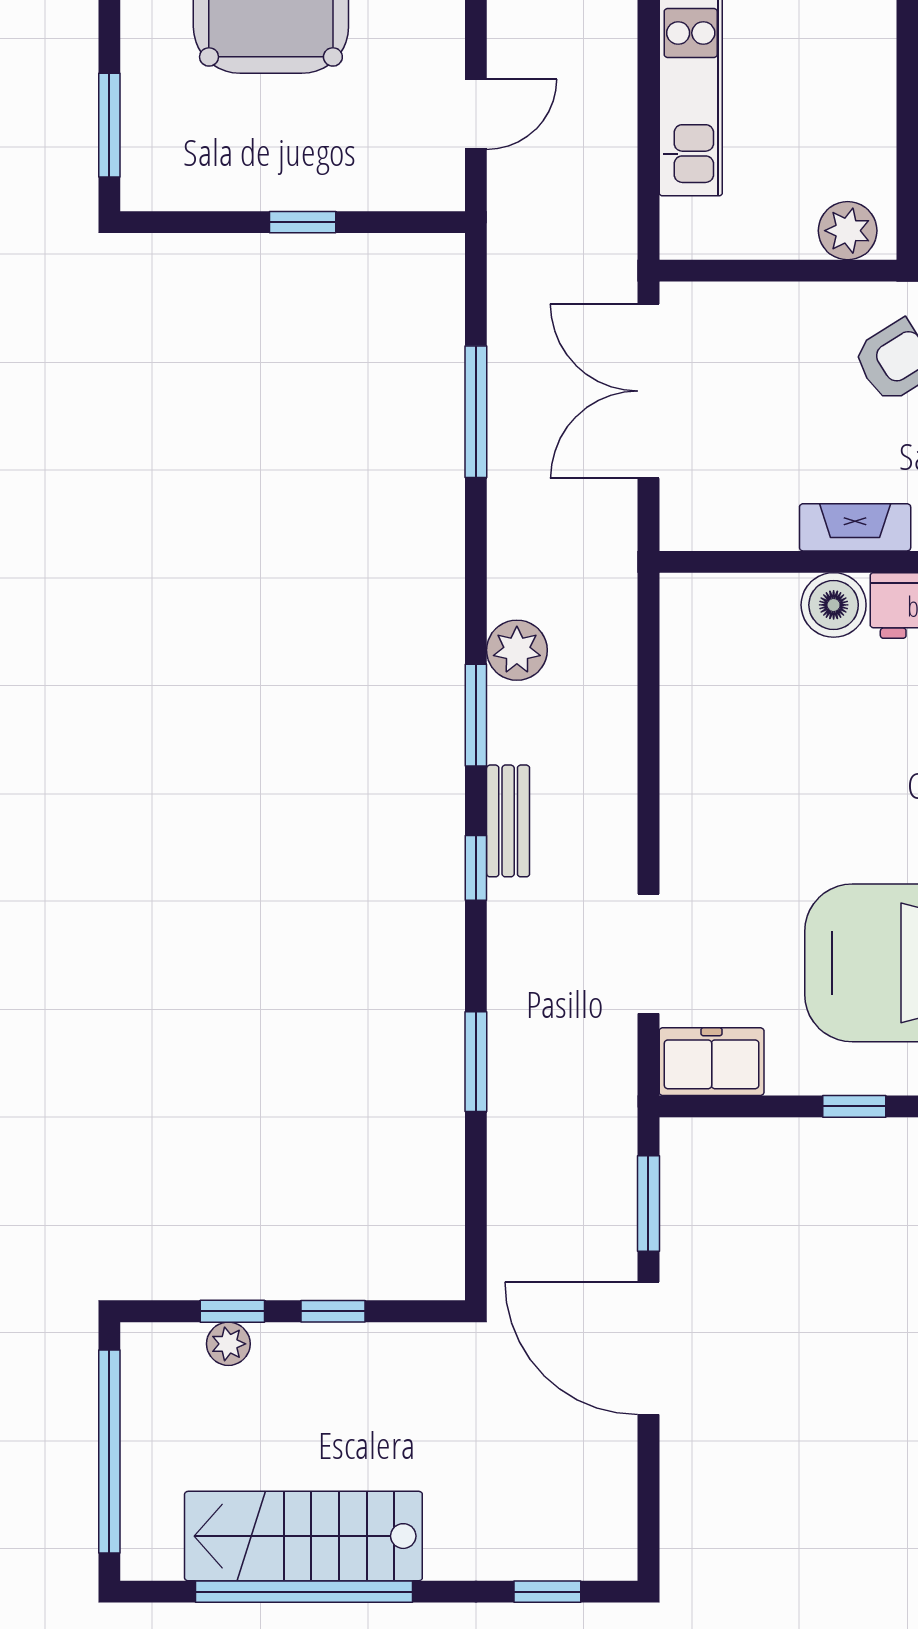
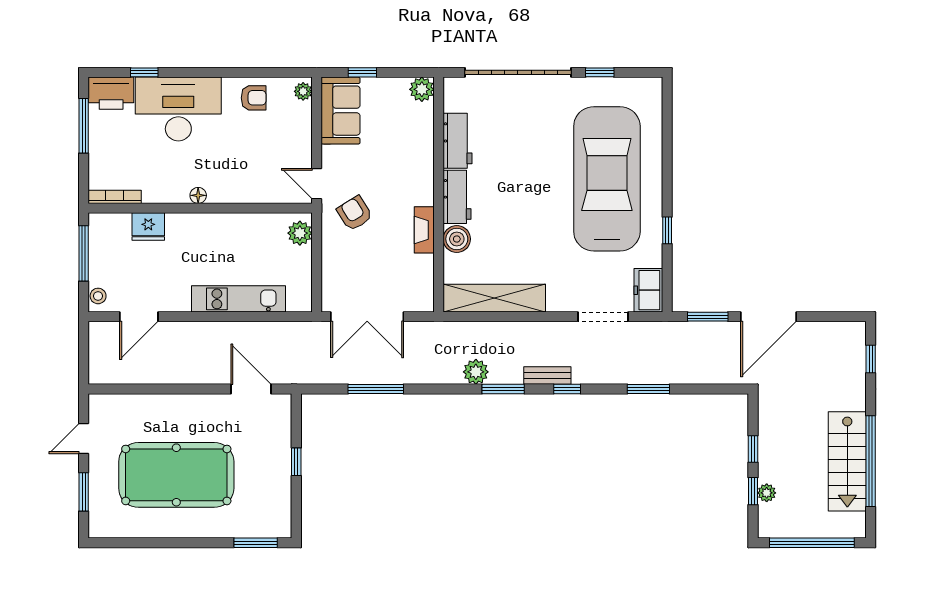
door: (476, 114) -> (251, 389), width x1.38
shelving: (693, 694) -> (494, 298), added

